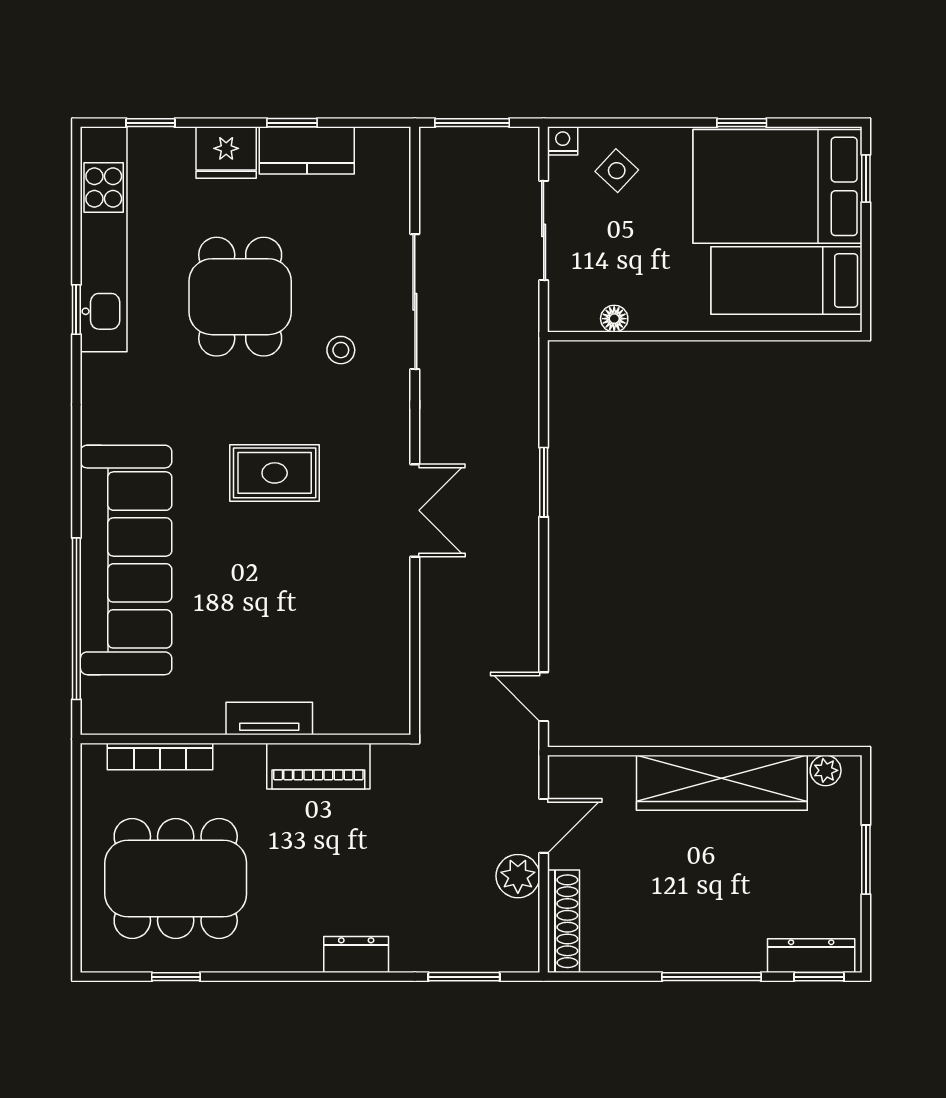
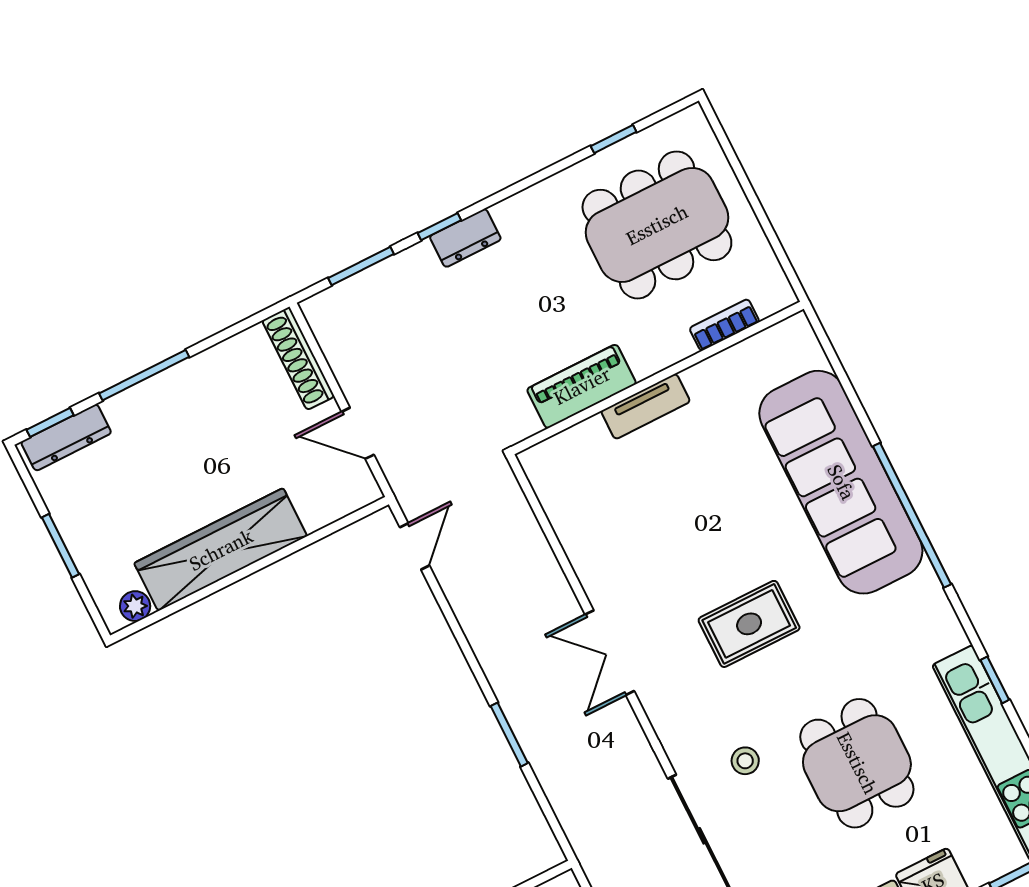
window: (76, 619) -> (912, 515), moved
door: (544, 697) -> (415, 546), hinge flipped
bookcase: (160, 757) -> (724, 325), width x0.64
door: (544, 826) -> (358, 433), hinge flipped
plant: (518, 876) -> (358, 378), removed
window: (375, 977) -> (439, 227), added

